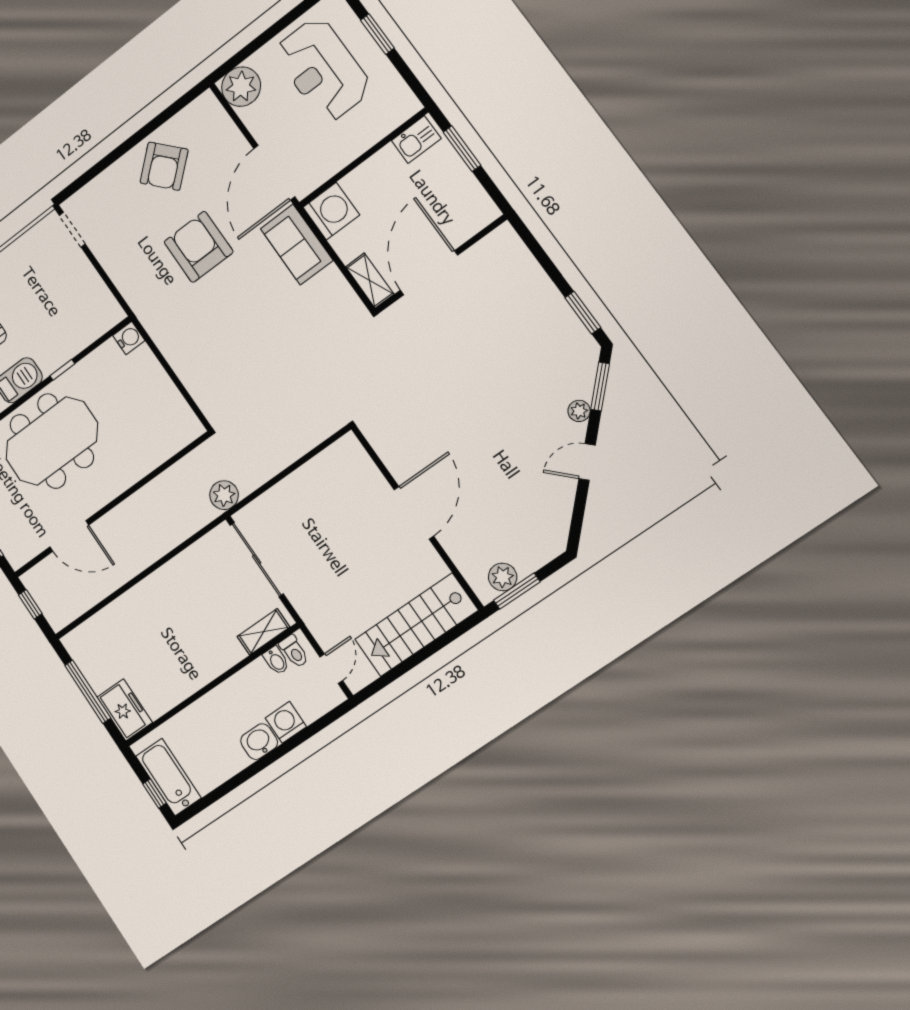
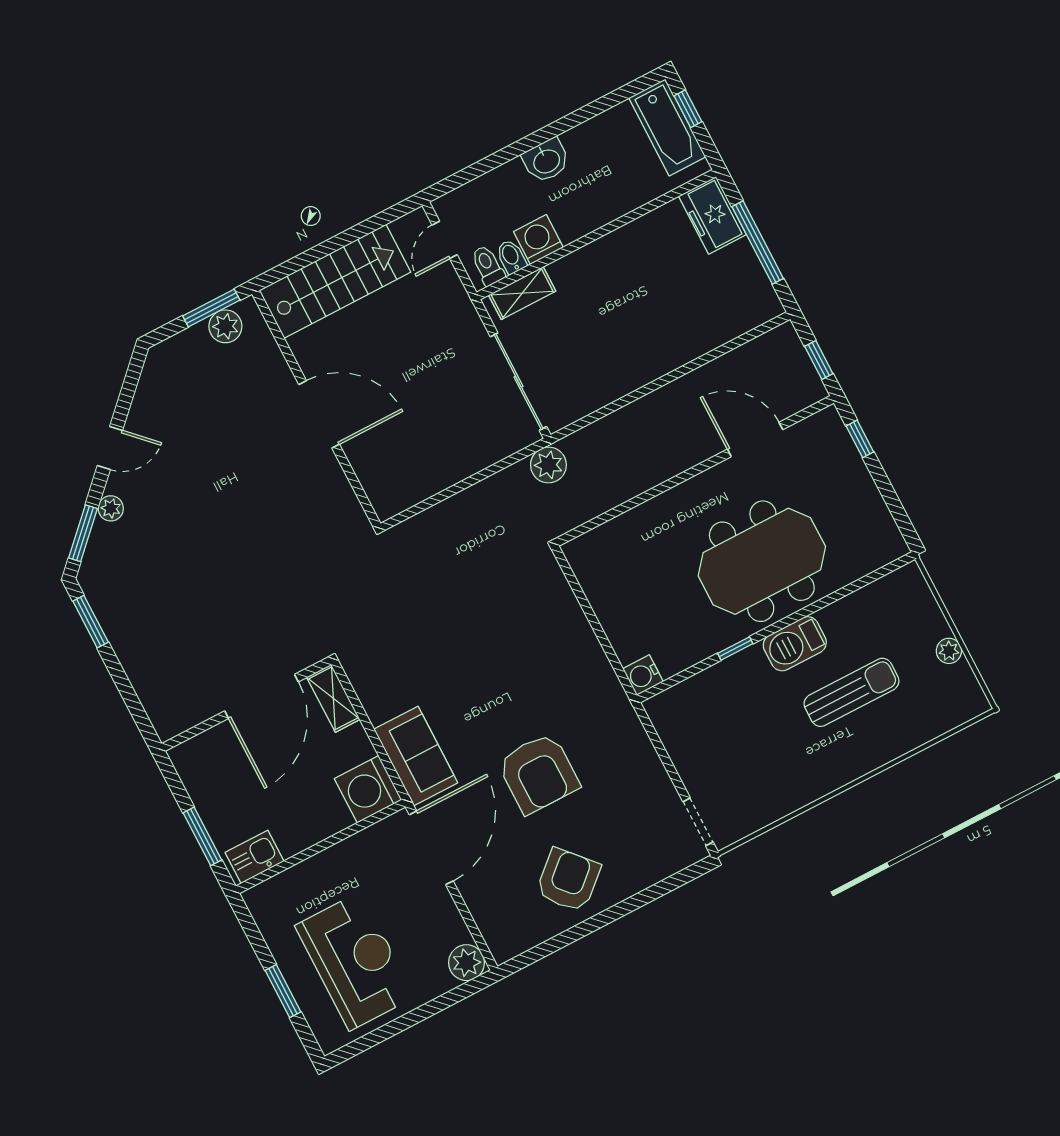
plant: (241, 87) -> (467, 963), width x0.73, depth x0.73
door: (414, 513) -> (319, 414), swing flipped
washing machine: (286, 722) -> (538, 240), moved, turned 180

